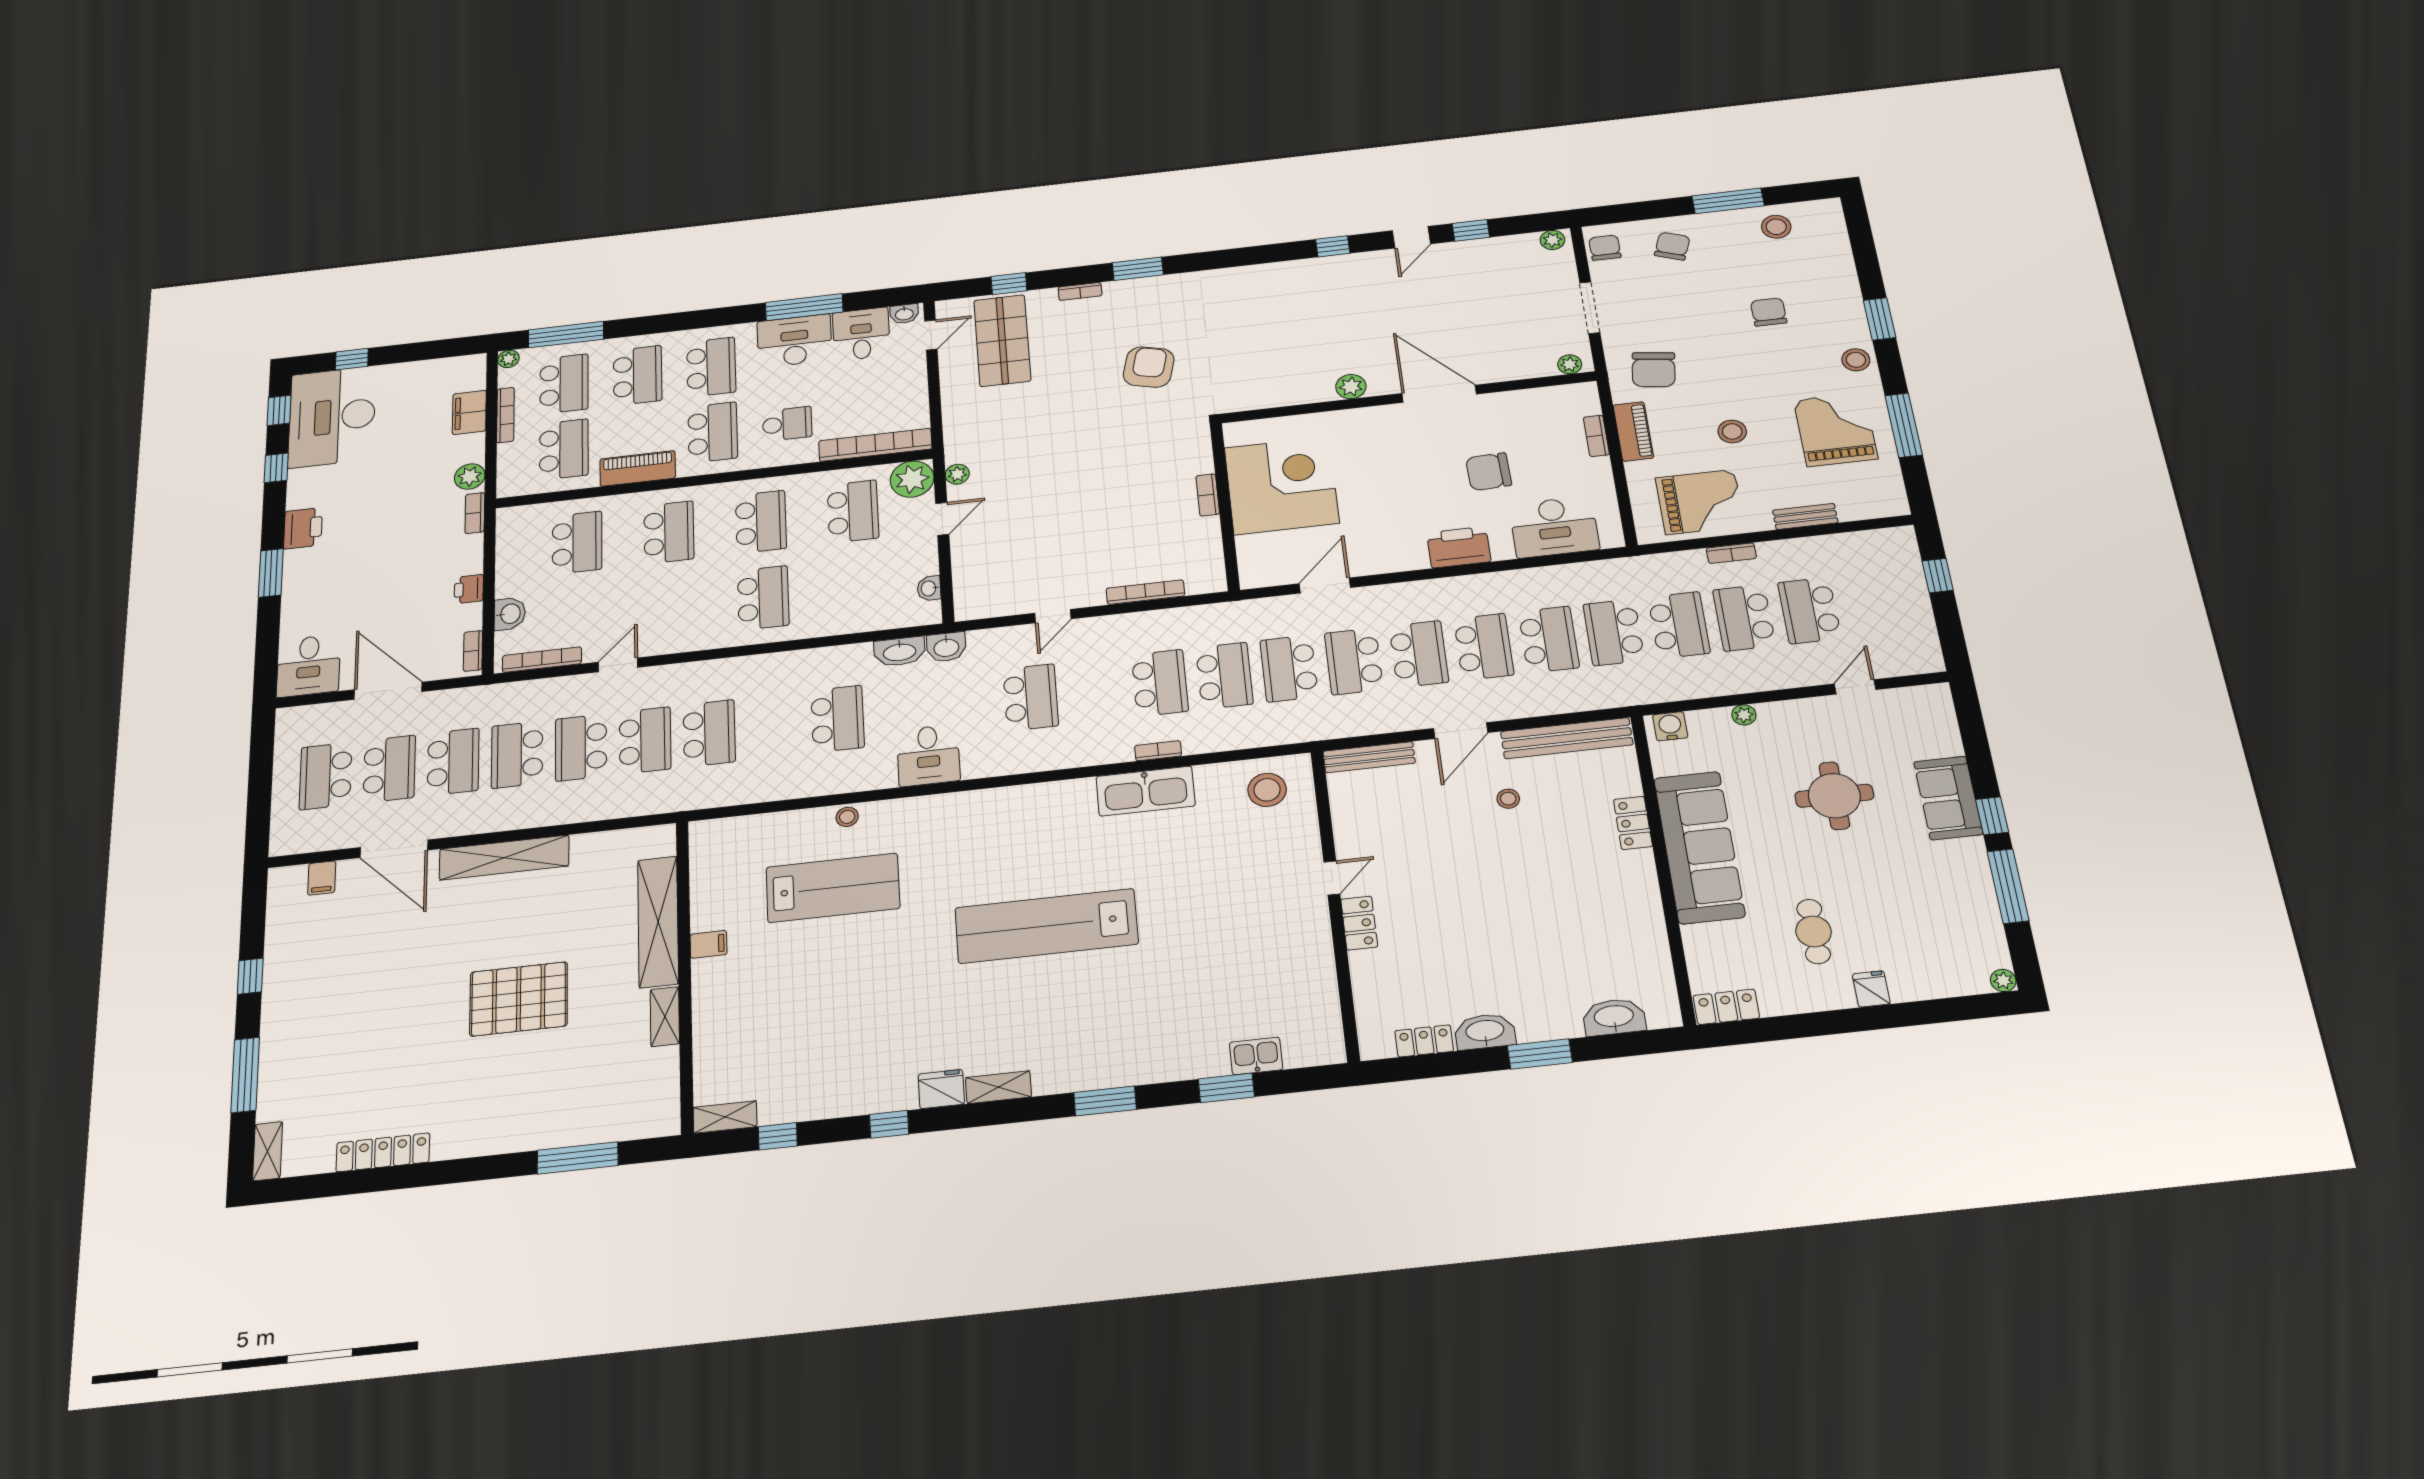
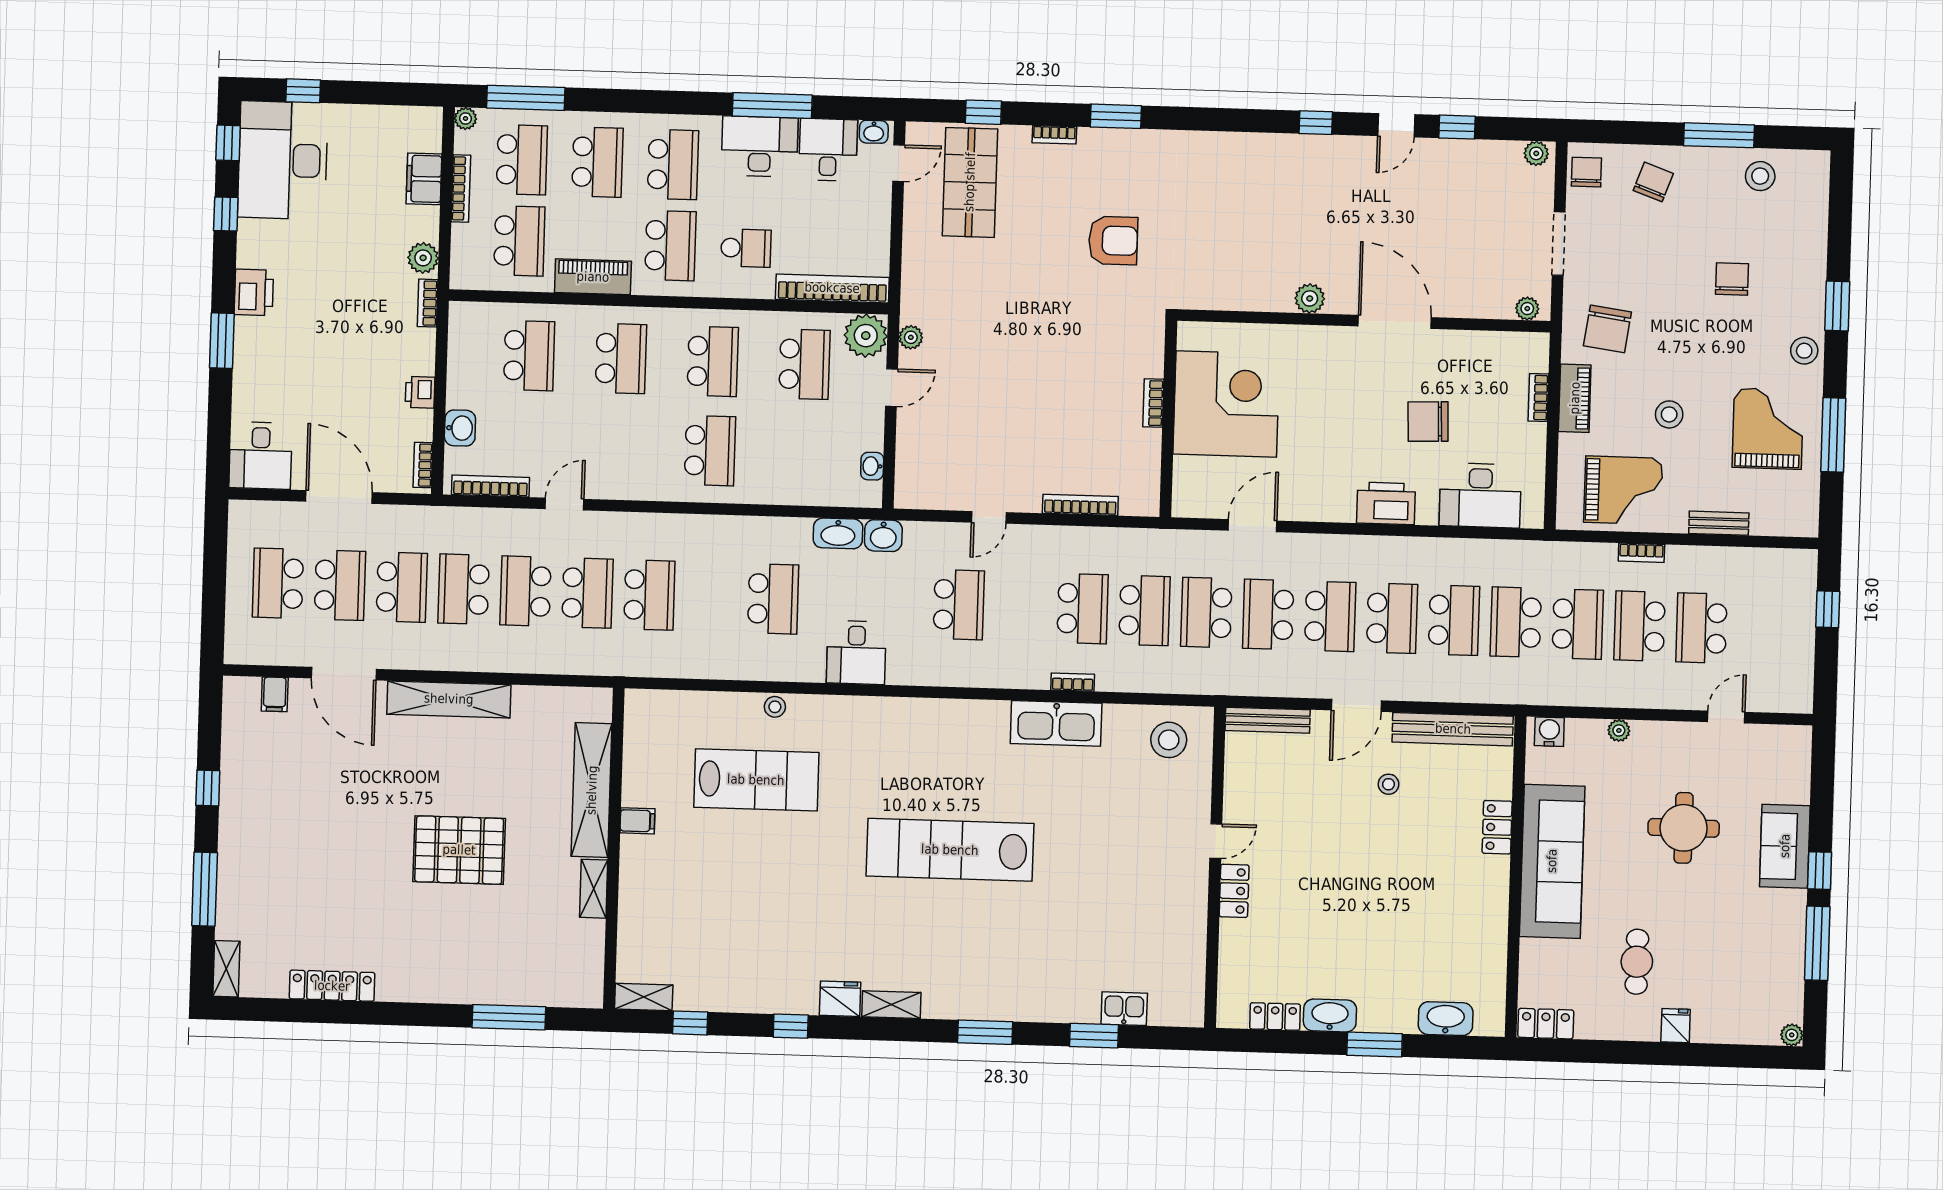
armchair: (1149, 367) -> (1113, 241), turned 76

